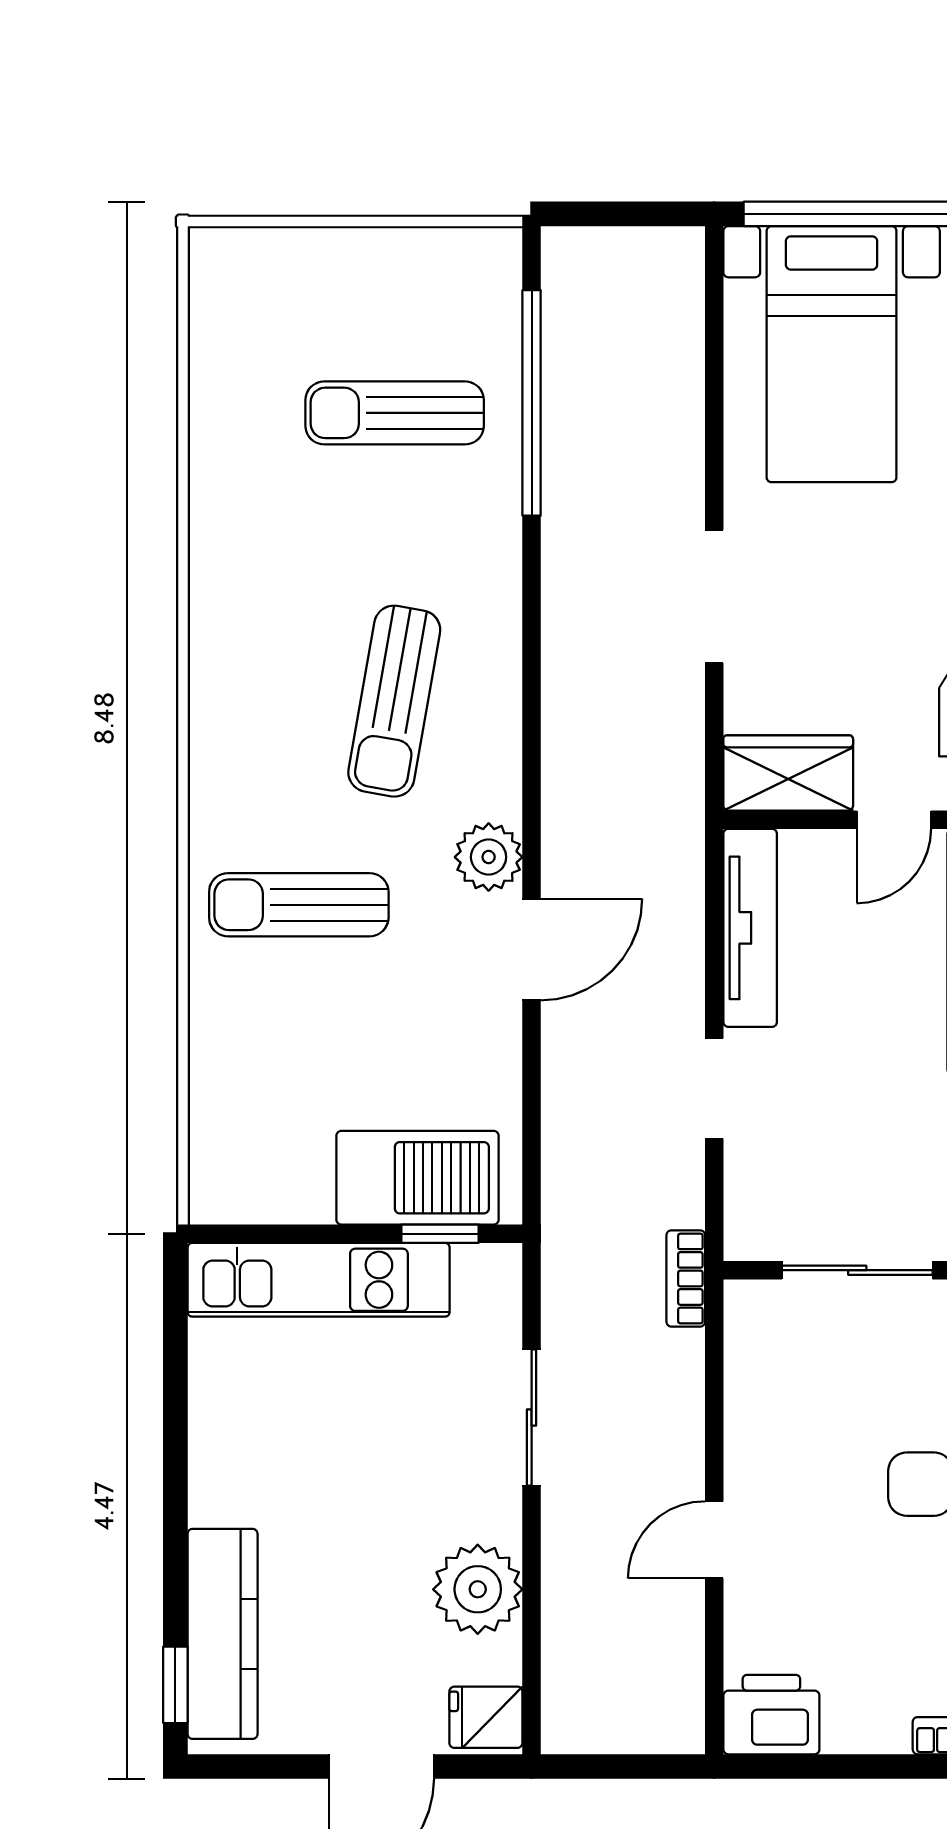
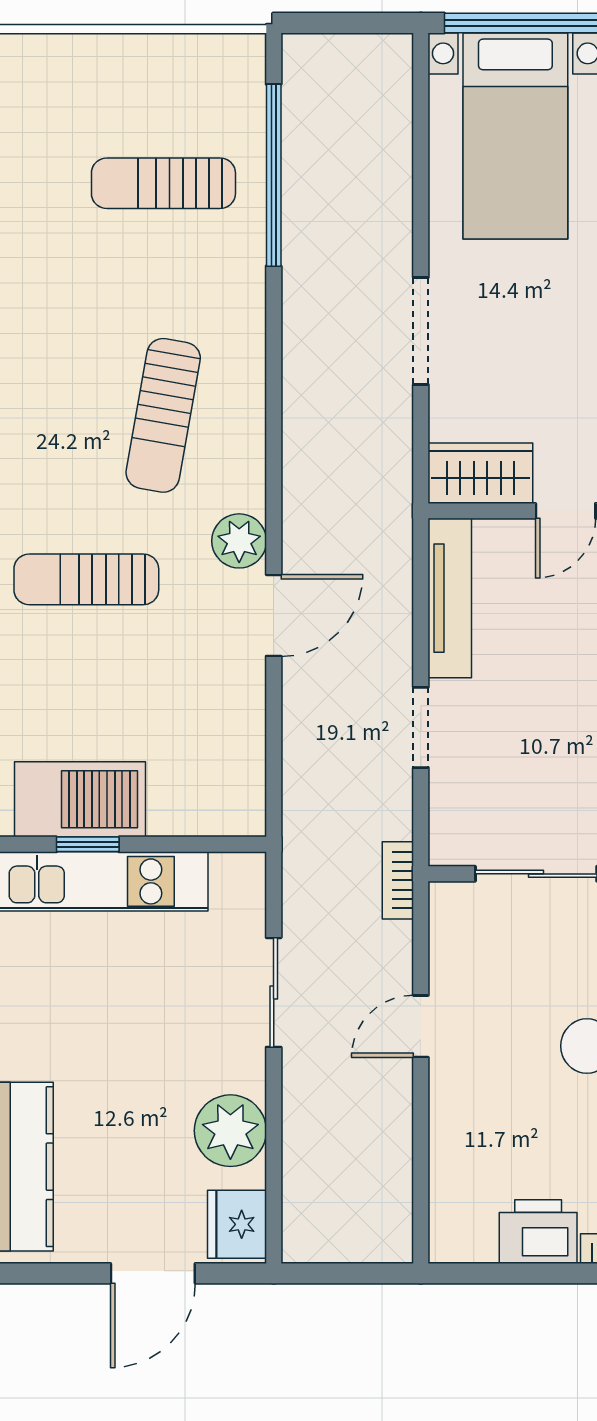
barbecue: (417, 1178) -> (80, 799), moved
window: (440, 1234) -> (88, 844), moved
door: (714, 1540) -> (421, 1026), moved
printer: (771, 1715) -> (538, 1232), moved
fridge: (486, 1717) -> (237, 1224), width x1.38

